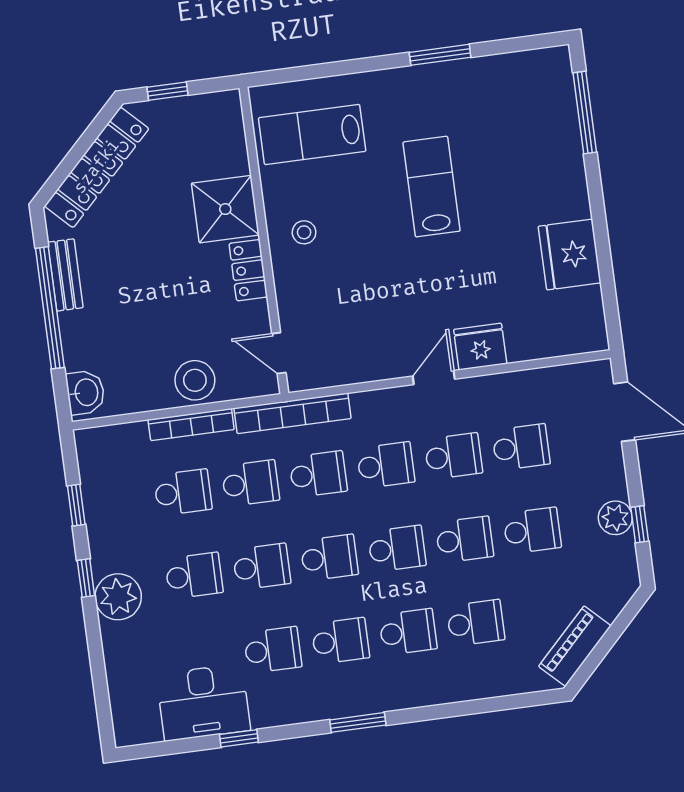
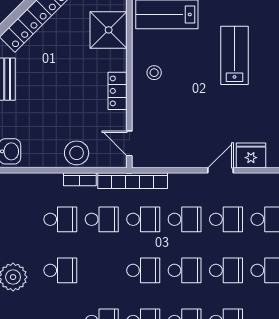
shower: (225, 209) -> (109, 30), moved
bookcase: (191, 425) -> (80, 179), width x0.64
school desk: (262, 567) -> (102, 270), removed

